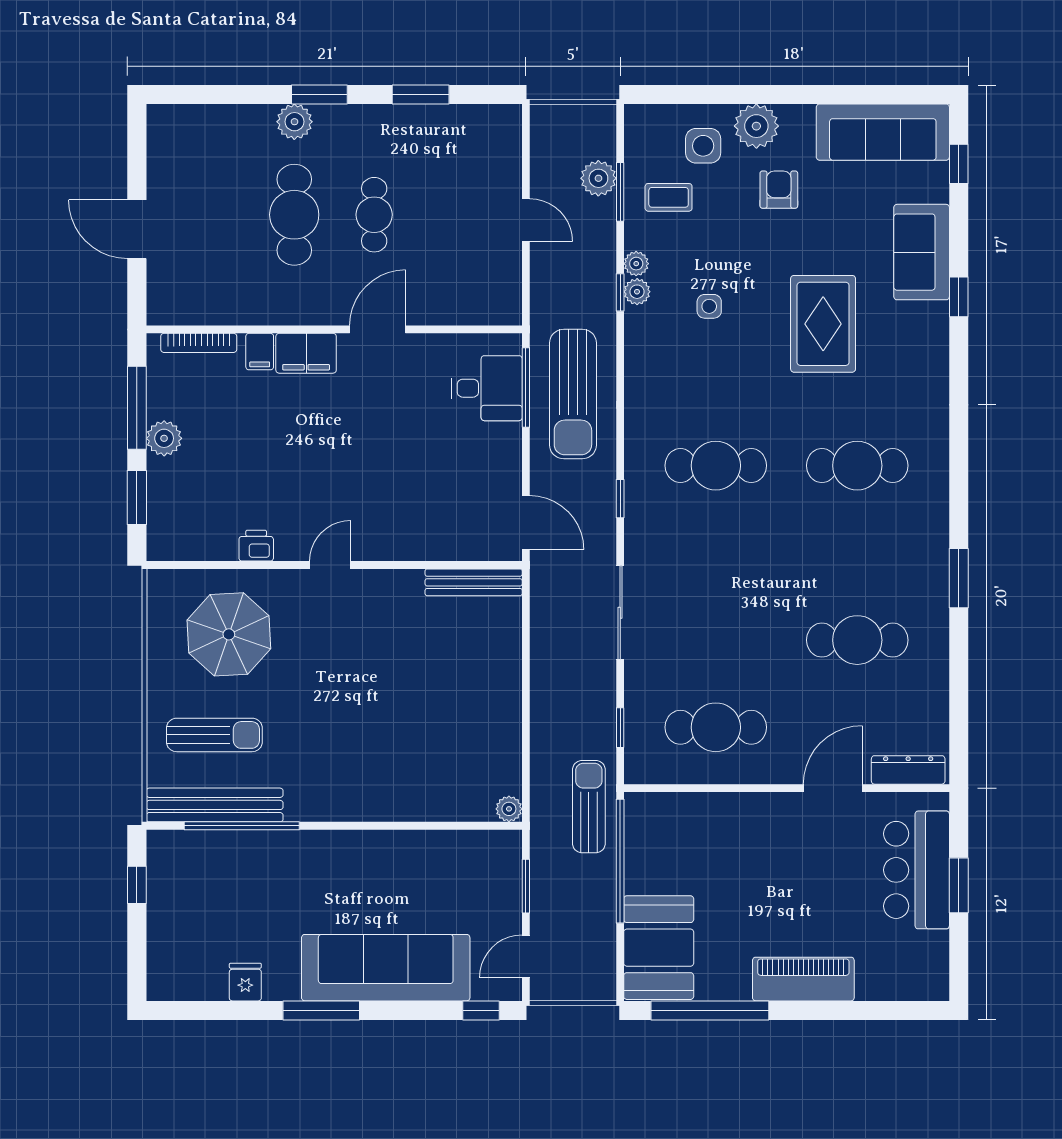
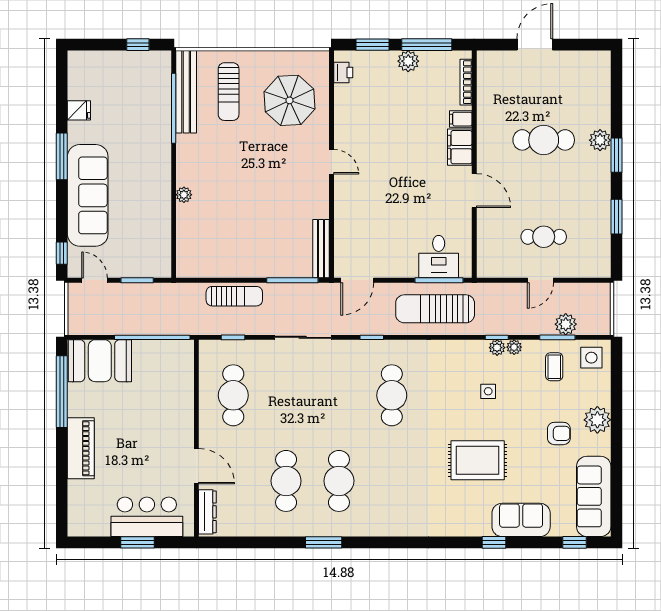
side table: (703, 146) -> (591, 358), moved
cafe table: (374, 215) -> (544, 237), moved
cafe table: (857, 466) -> (339, 481), moved
printer: (256, 546) -> (343, 72), moved
window: (526, 630) -> (292, 280), added
sun lounger: (589, 807) -> (234, 296), moved
plant: (509, 809) -> (184, 195), moved

